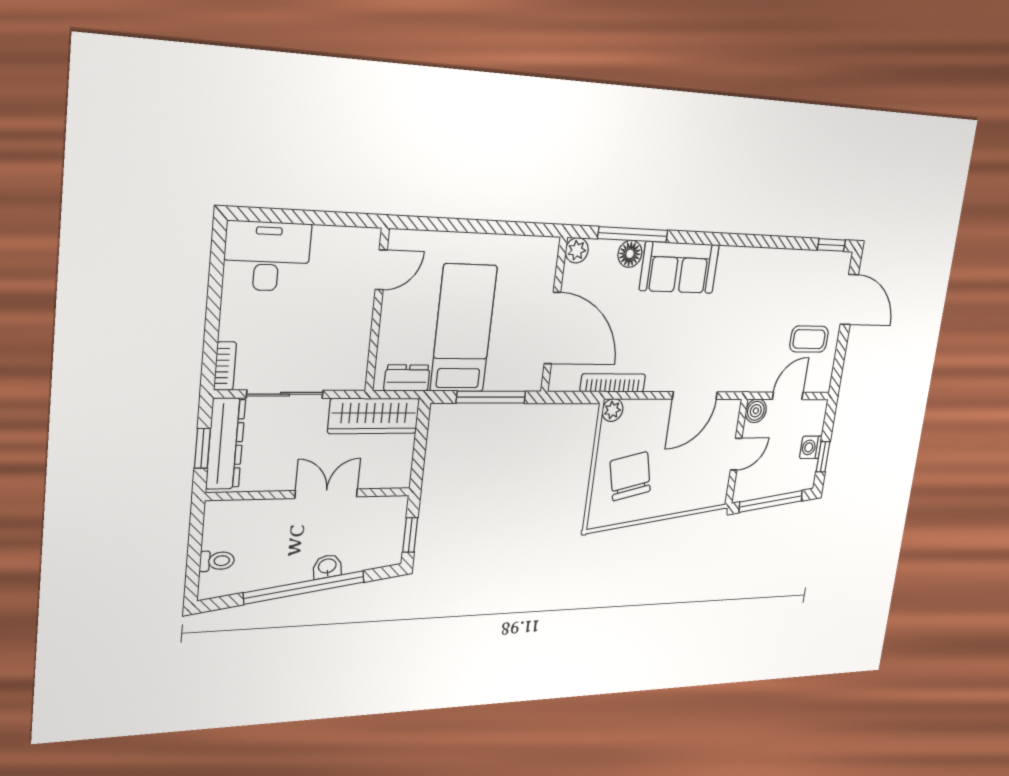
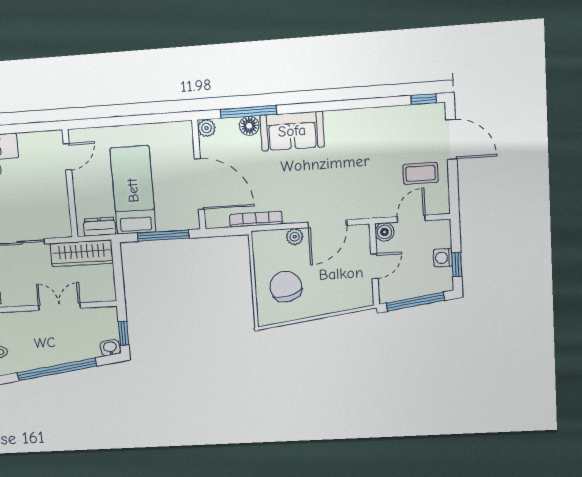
plant: (612, 410) -> (295, 237), moved
washbasin: (327, 567) -> (110, 348), moved

